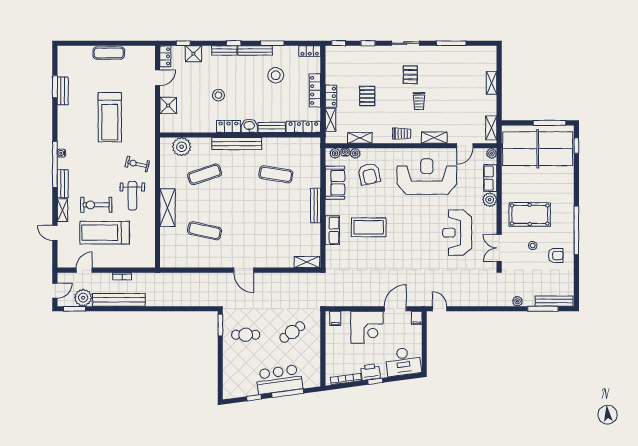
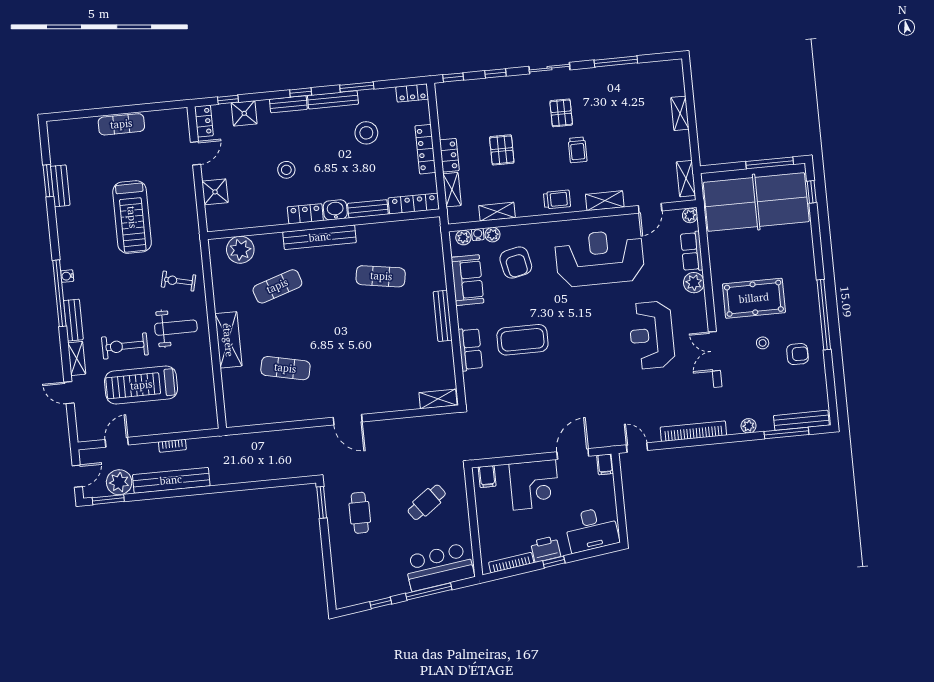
weight bench: (132, 196) -> (176, 328), turned -90
bookcase: (479, 301) -> (693, 431), added
cafe table: (246, 335) -> (360, 513), turned 90
bar counter: (279, 379) -> (439, 567), moved

